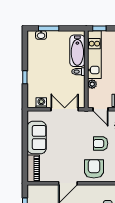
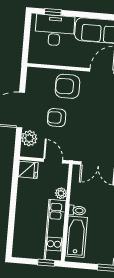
armchair: (101, 143) -> (57, 118), turned 180
armchair: (94, 169) -> (67, 86), turned 90

